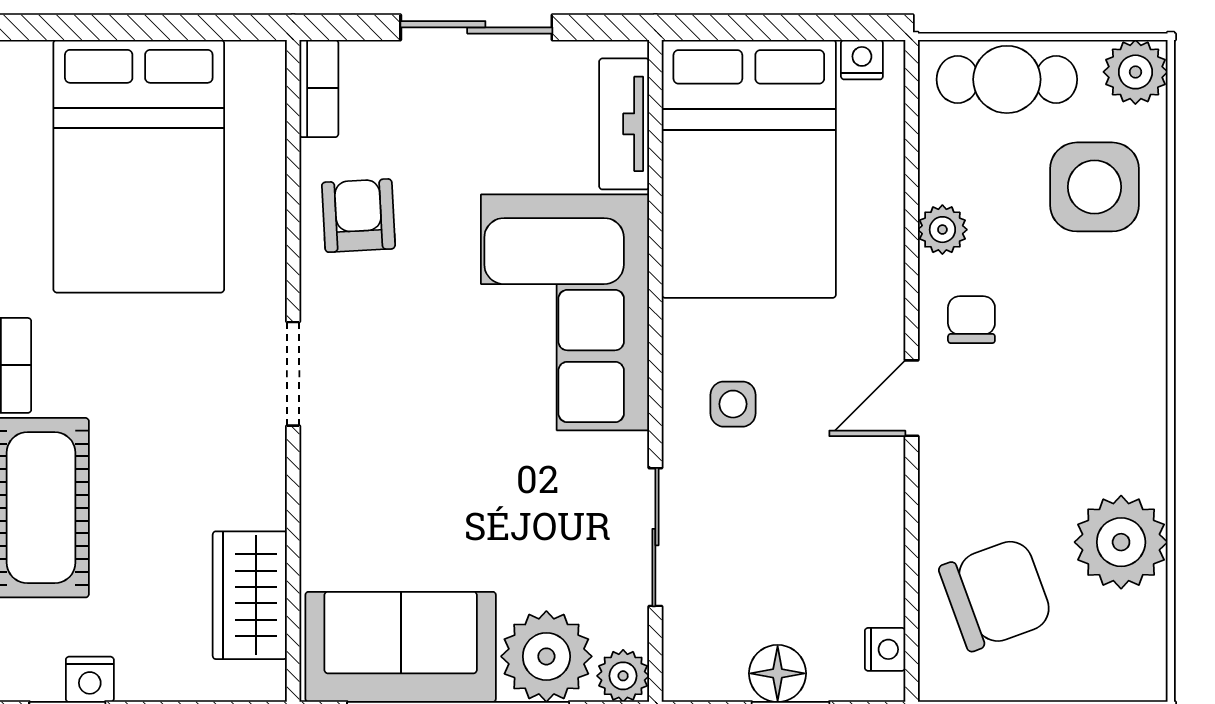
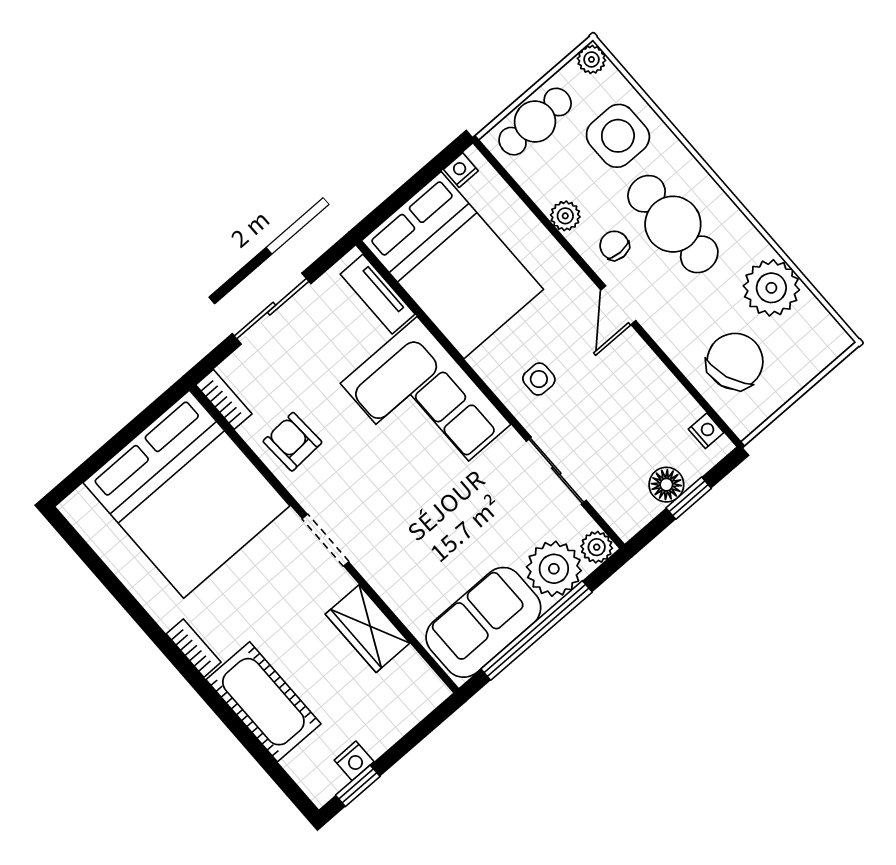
plant: (1135, 72) -> (591, 59), width x0.73, depth x0.73
bed: (139, 166) -> (186, 494), width x1.36
cafe table: (1067, 356) -> (673, 224), added
wardrobe: (250, 595) -> (368, 629), moved

